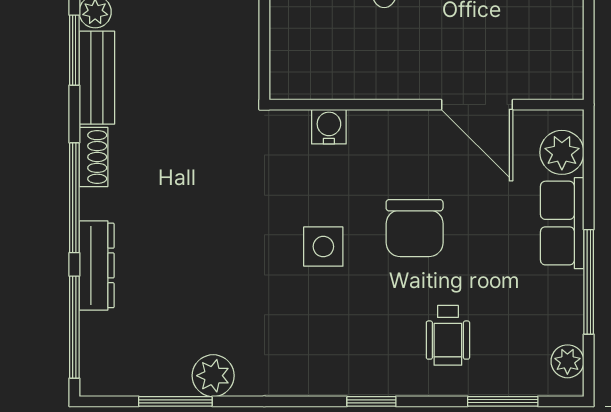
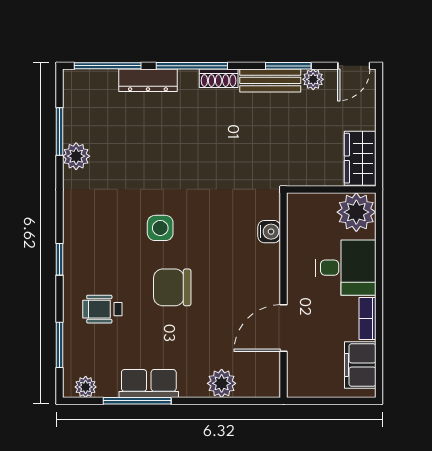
wall: (426, 105) -> (284, 295), moved
door: (477, 105) -> (284, 328), moved
water cooler: (329, 127) -> (269, 232), moved
row of seats: (562, 223) -> (149, 384), moved

